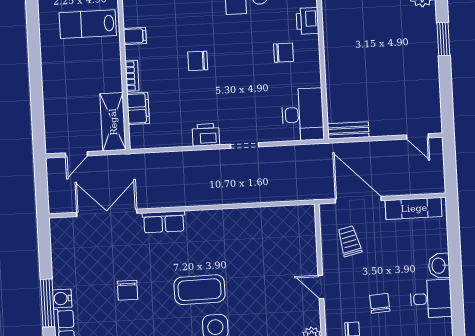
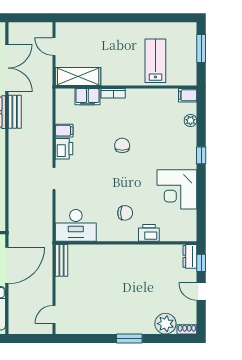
filing cabinet: (135, 36) -> (64, 131), moved, turned -90
chair: (284, 53) -> (125, 213), turned -90
bench: (162, 200) -> (15, 112), added

